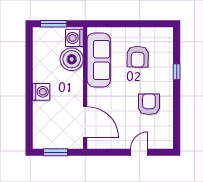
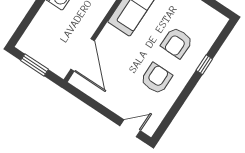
armchair: (138, 57) -> (177, 43), moved
door: (139, 152) -> (130, 128), moved

